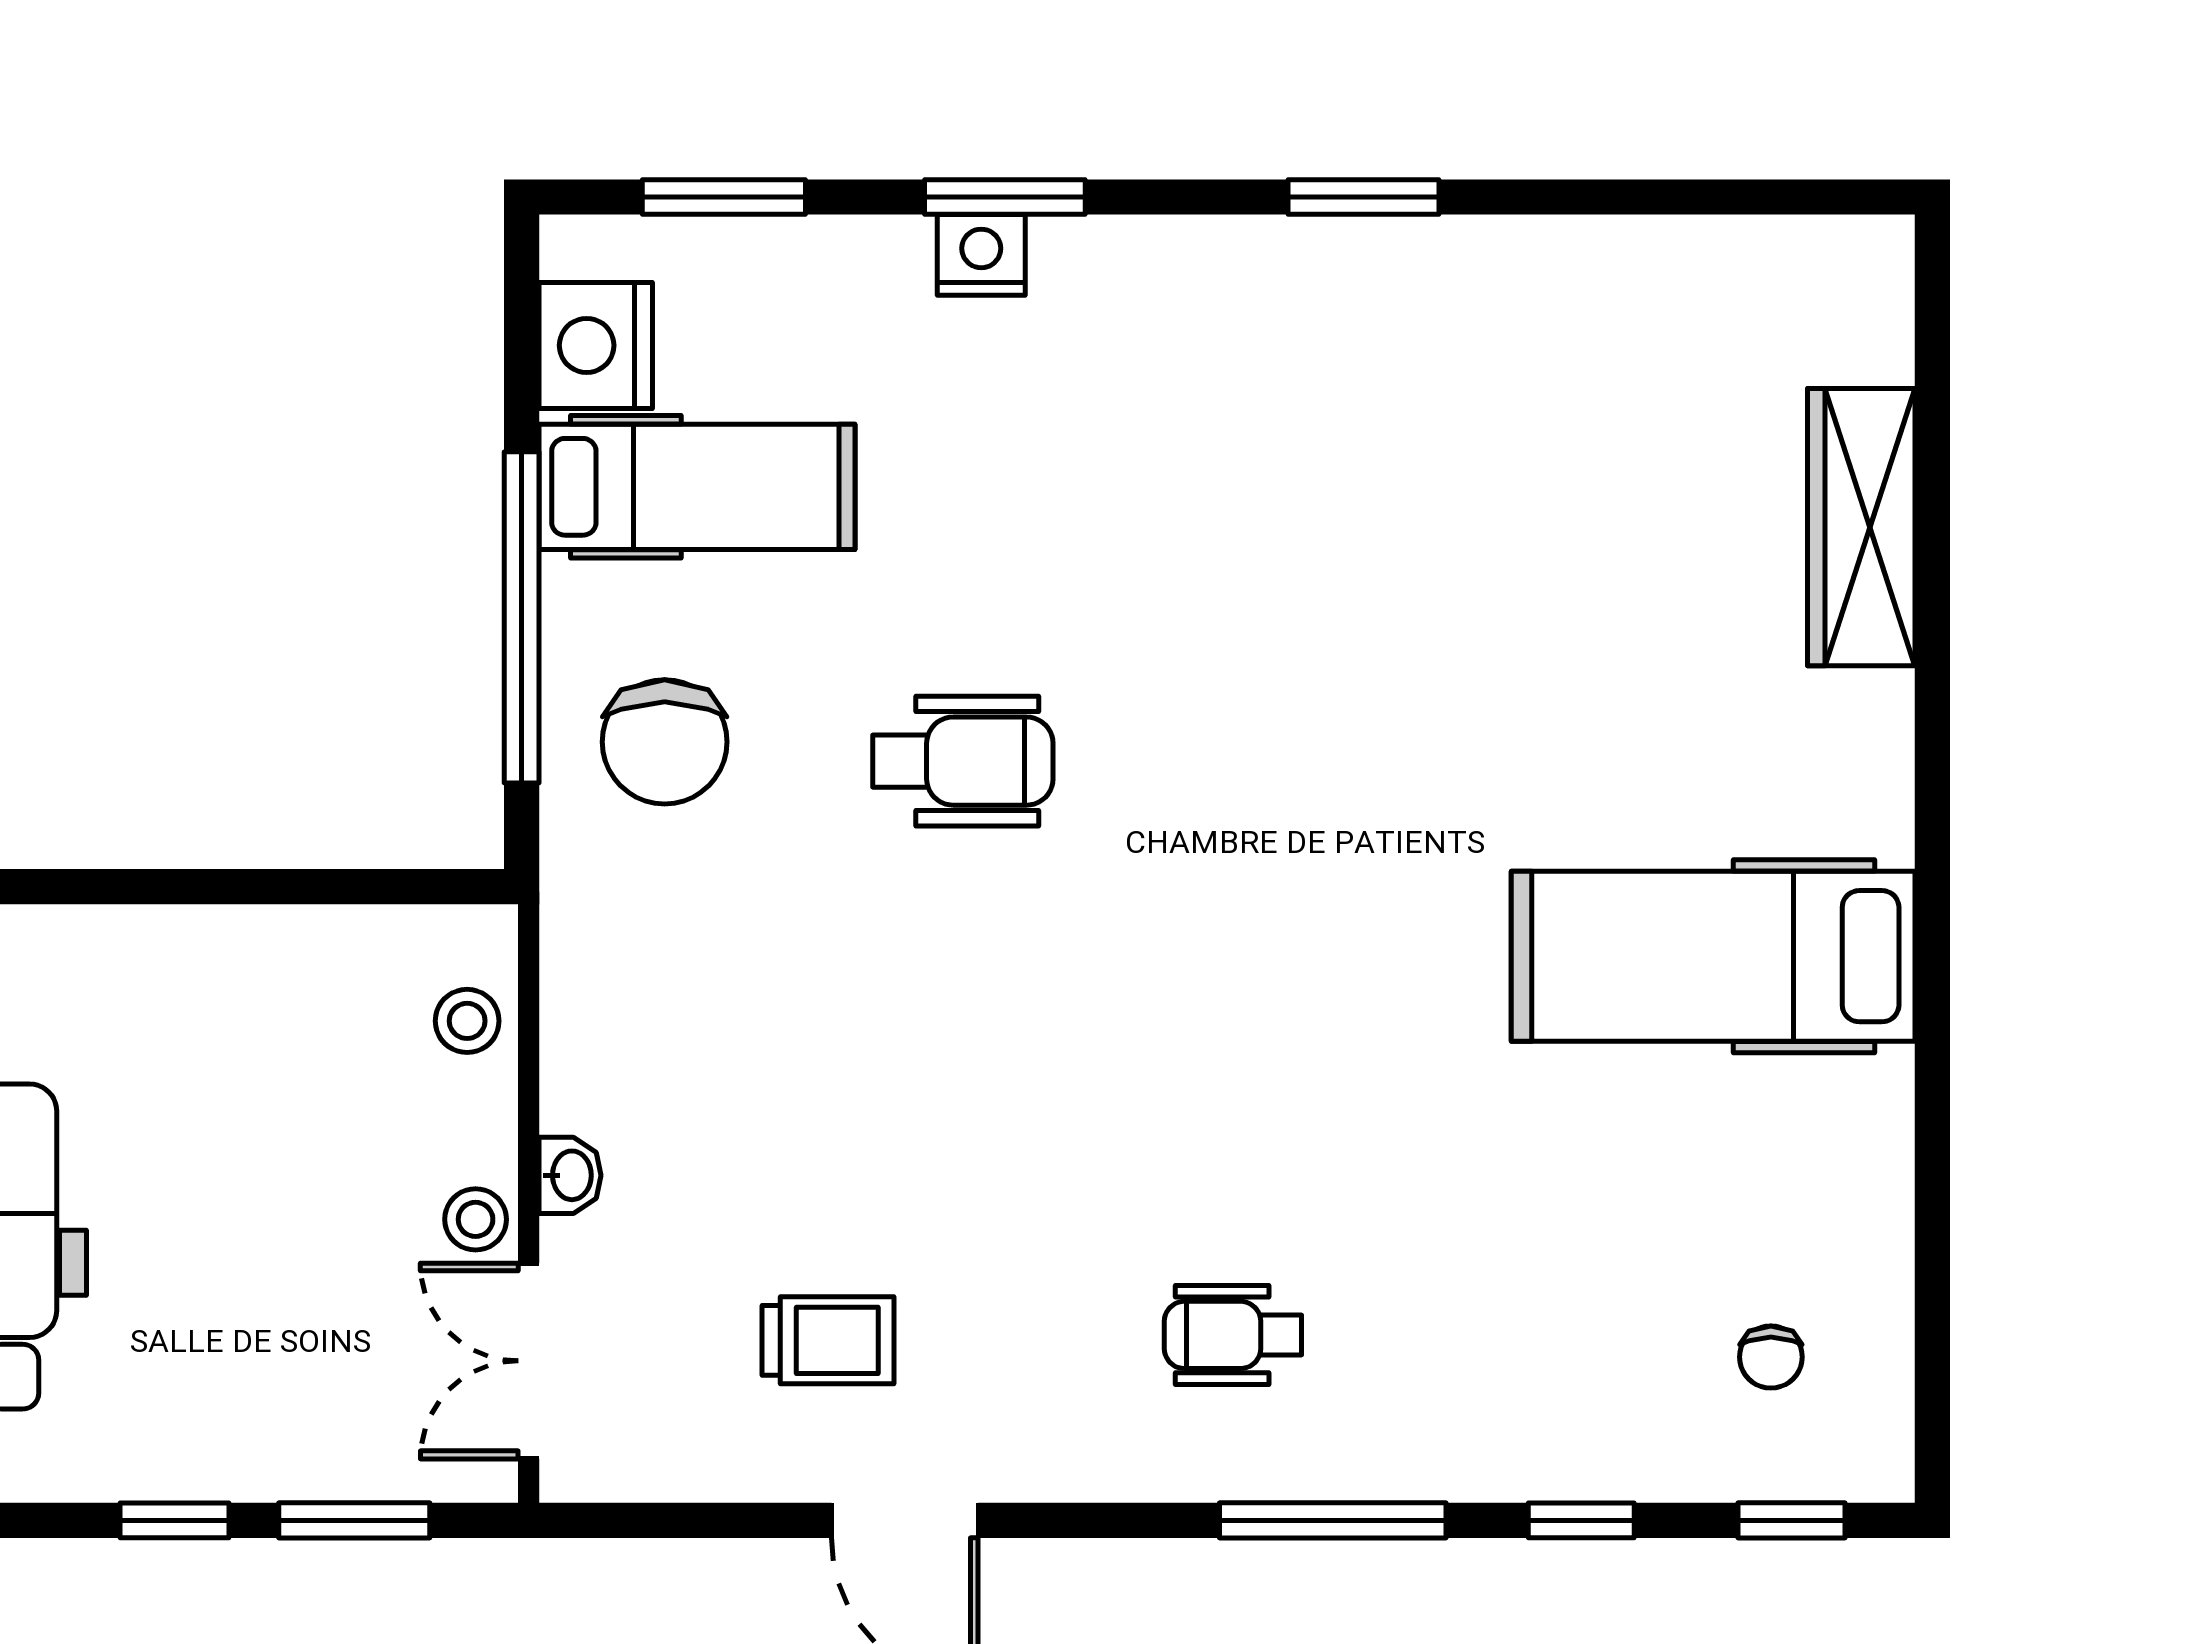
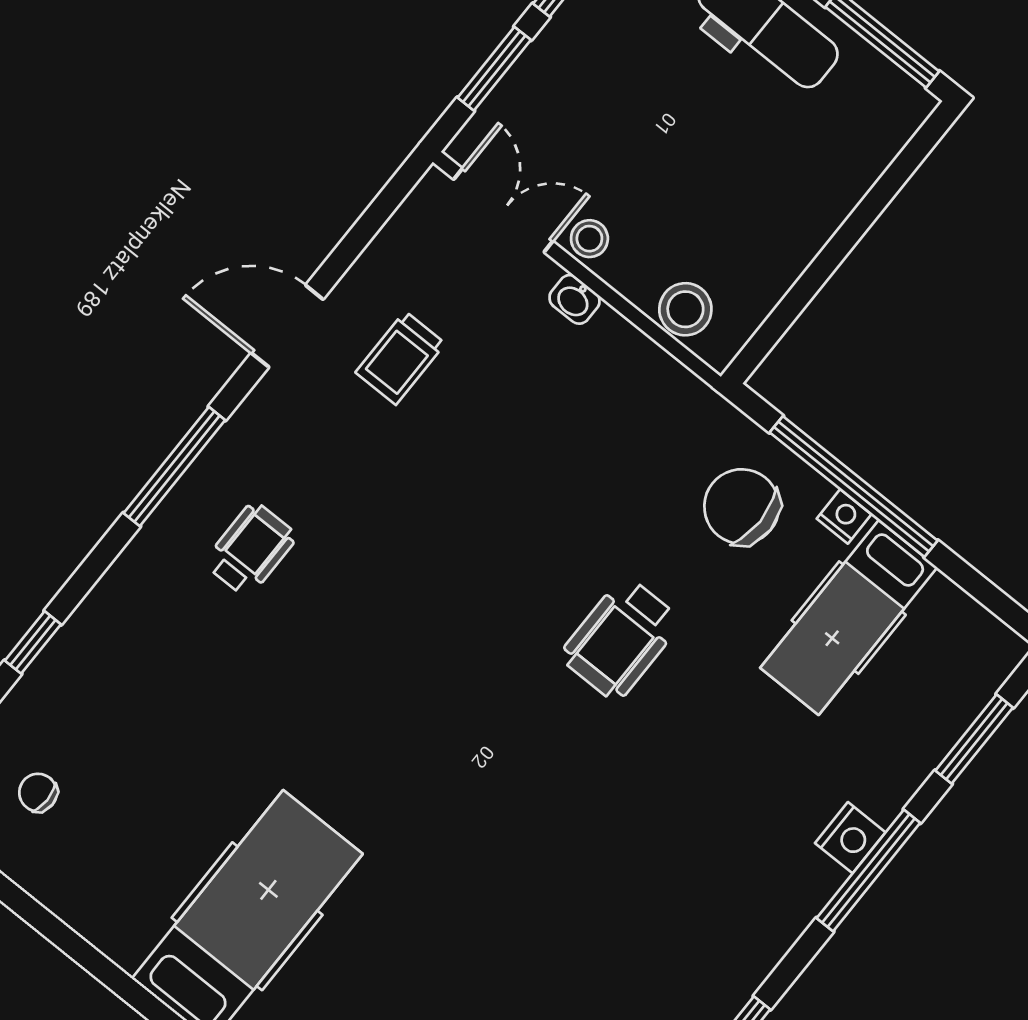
window: (1005, 197) -> (868, 870), width x1.44
nightstand: (596, 345) -> (844, 517), moved, width x0.53, depth x0.56
stool: (467, 1021) -> (685, 309), width x1.37, depth x1.37
window: (1333, 1520) -> (174, 467), moved

